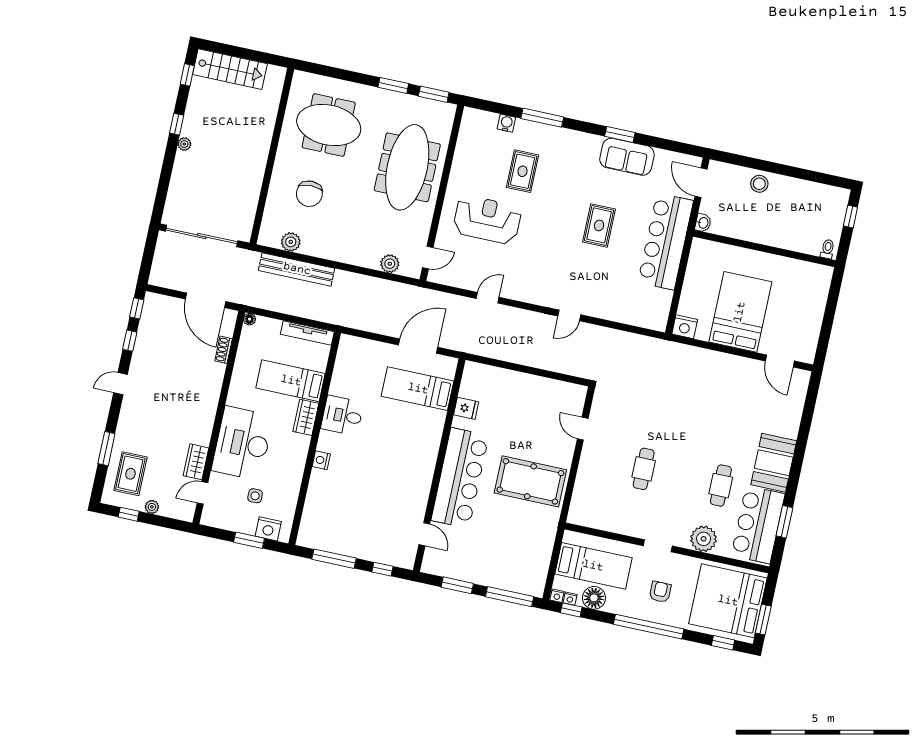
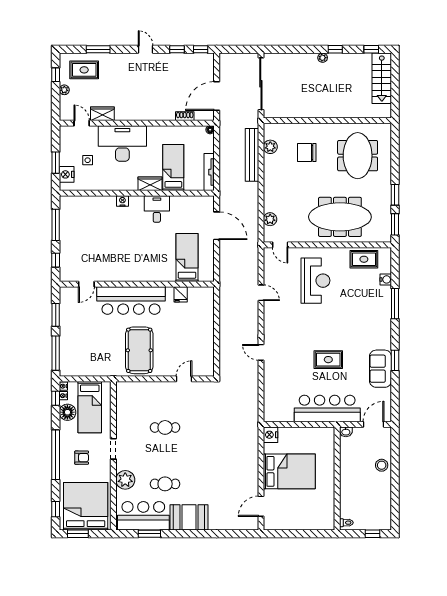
rug: (522, 171) -> (364, 259), moved
door: (418, 346) -> (217, 226), moved

